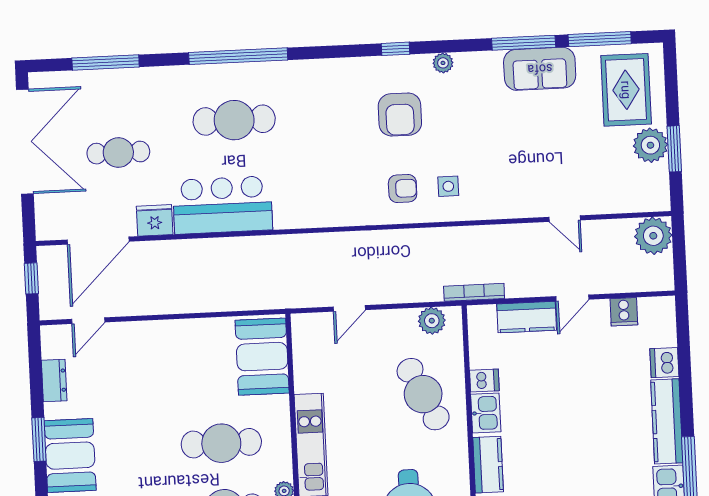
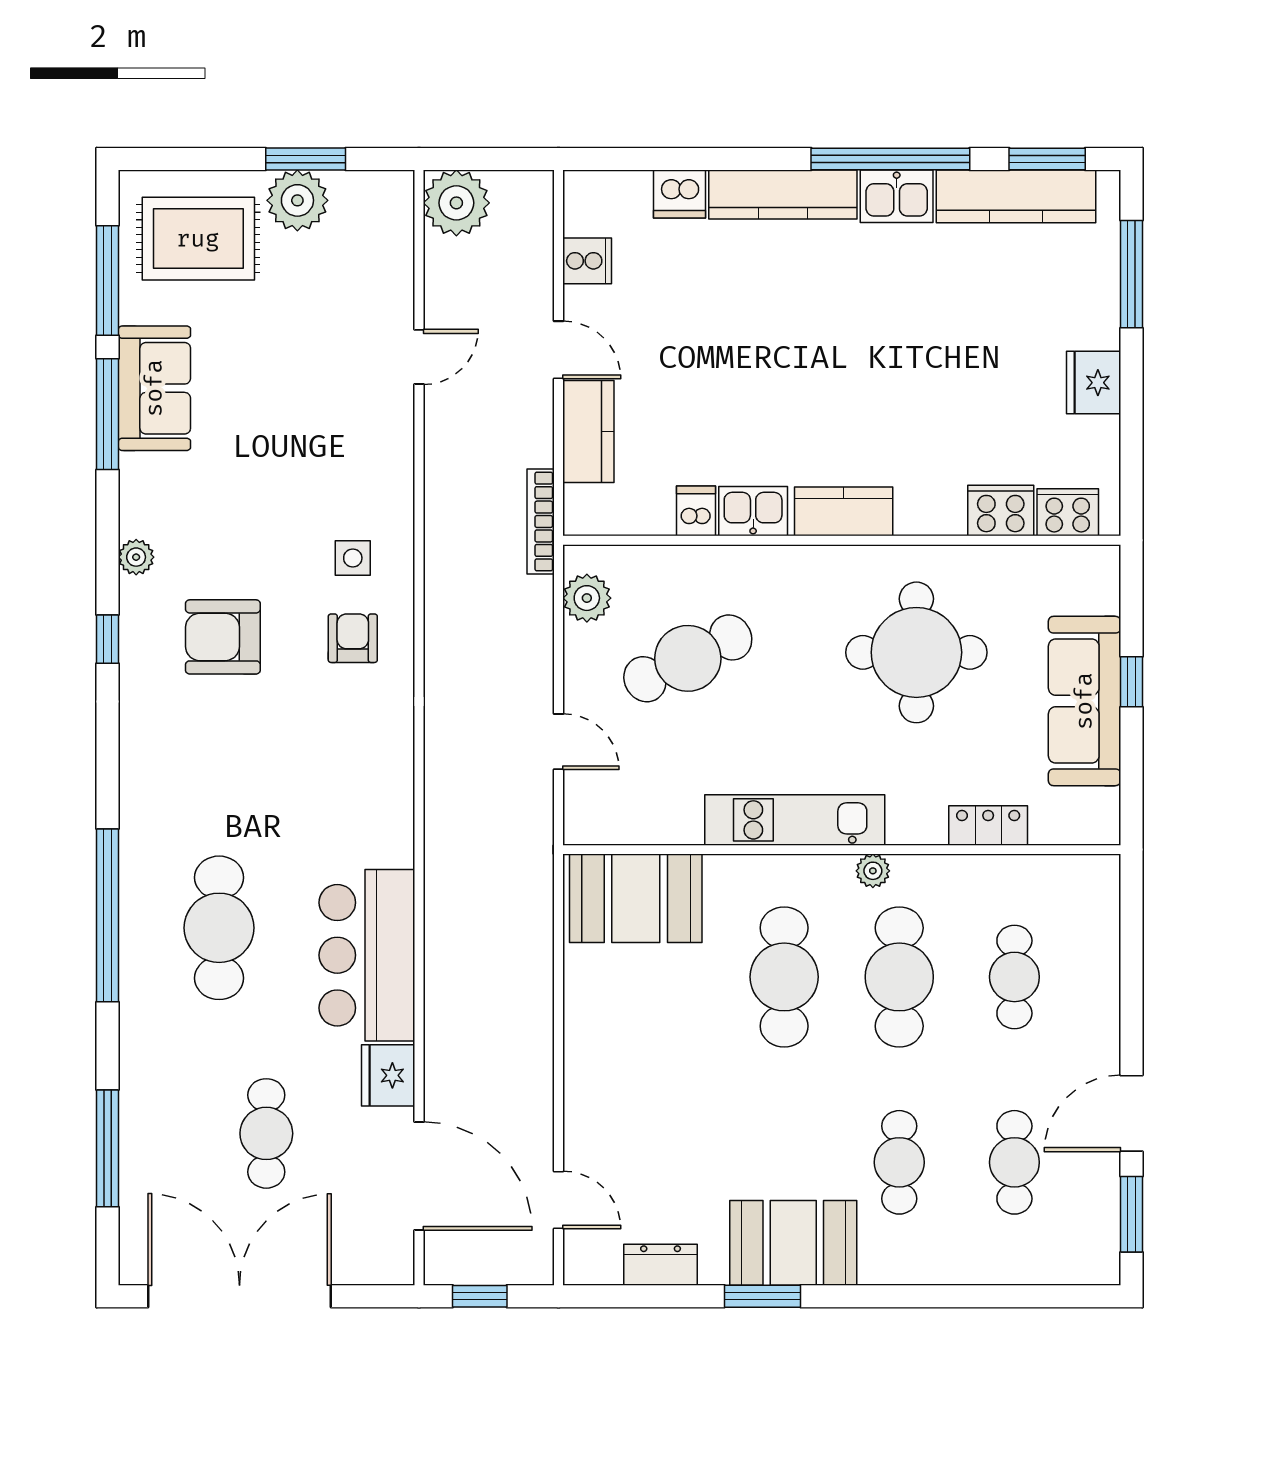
armchair: (400, 114) -> (223, 637), turned 180
cafe table: (423, 394) -> (688, 658), moved

